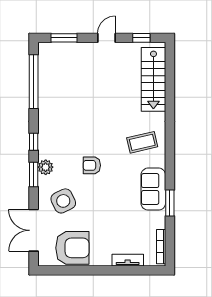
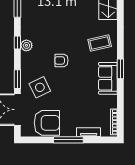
plant: (46, 167) -> (26, 45), moved
window: (34, 174) -> (17, 79), moved
window: (170, 203) -> (120, 69), moved
window: (101, 270) -> (68, 140), added

